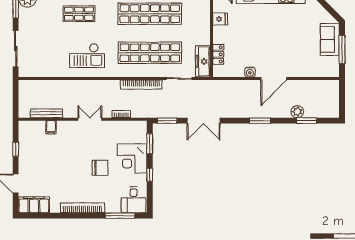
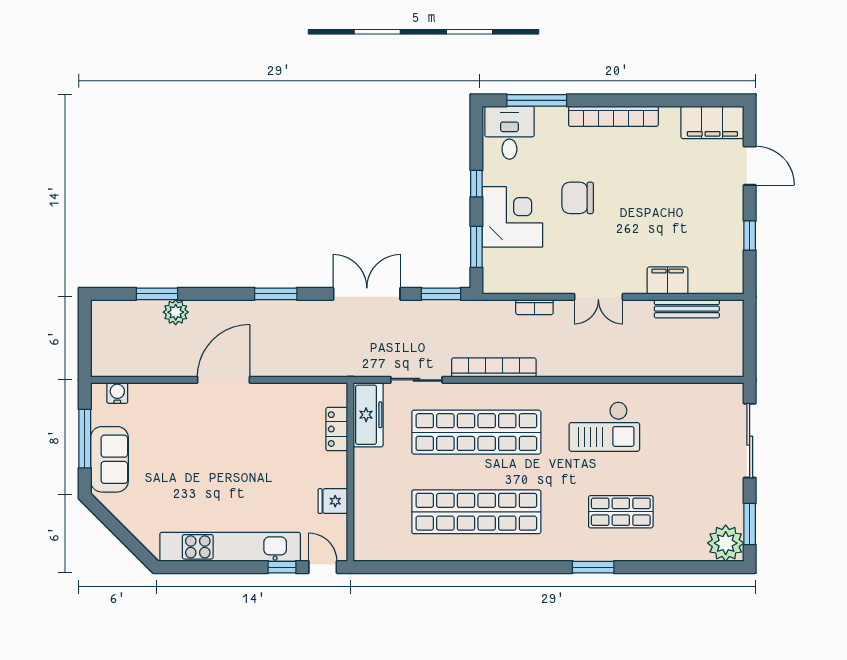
checkout: (87, 56) -> (604, 427), turned 180
water cooler: (250, 72) -> (117, 393), moved
window: (260, 121) -> (276, 294), moved
filing cabinet: (51, 127) -> (668, 280), width x2.00

